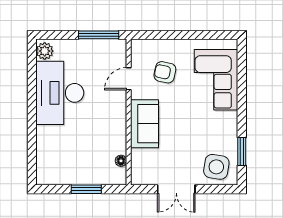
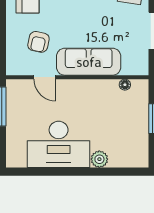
plant: (45, 51) -> (99, 159), moved
sofa: (145, 124) -> (89, 62), width x1.36

